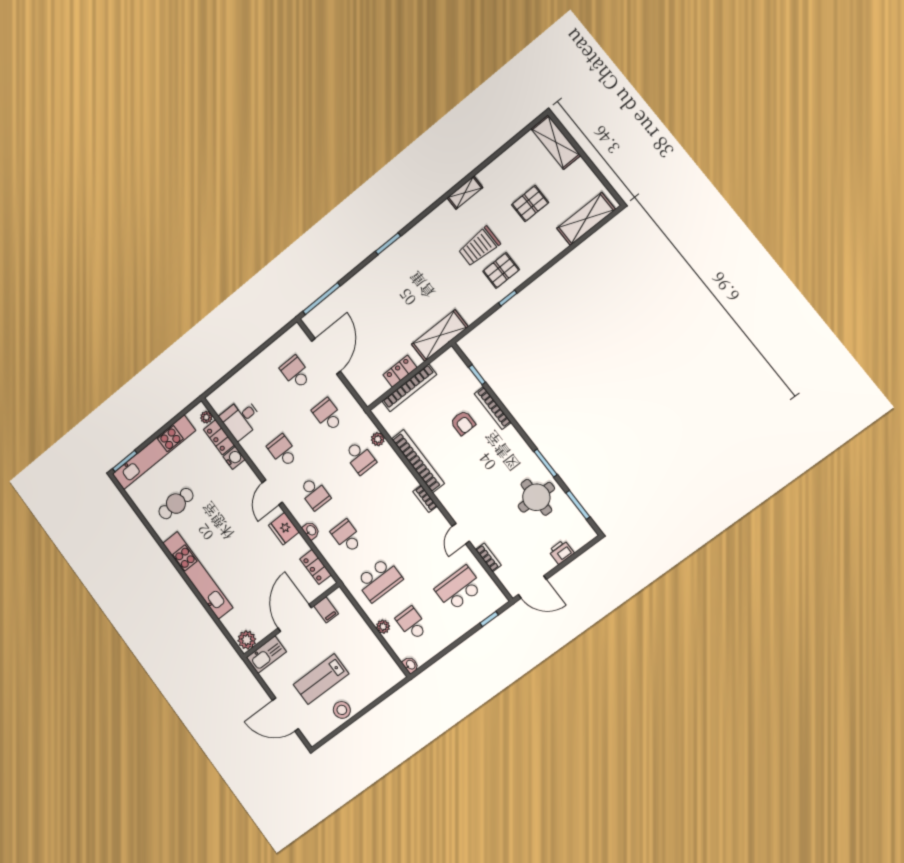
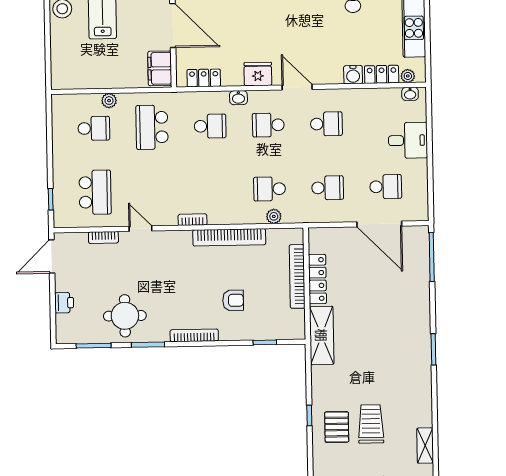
locker: (400, 371) -> (317, 279), width x1.53
bookcase: (493, 408) -> (194, 335), moved
desk: (241, 419) -> (408, 140), moved, turned 90
armchair: (463, 423) -> (233, 300), turned 180
filing cabinet: (326, 610) -> (160, 68), width x2.00
washbasin: (410, 665) -> (410, 94), moved

